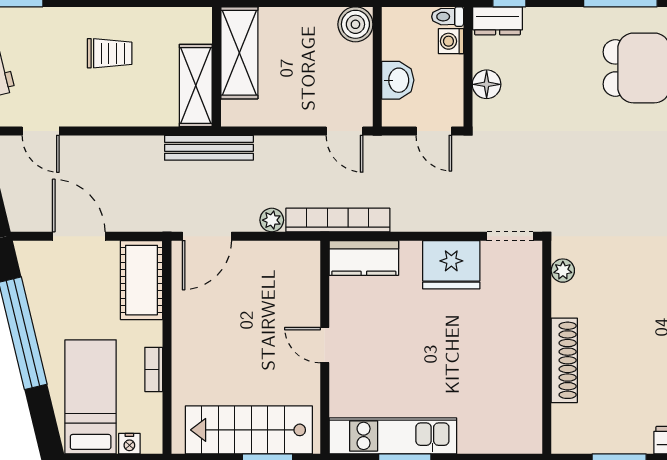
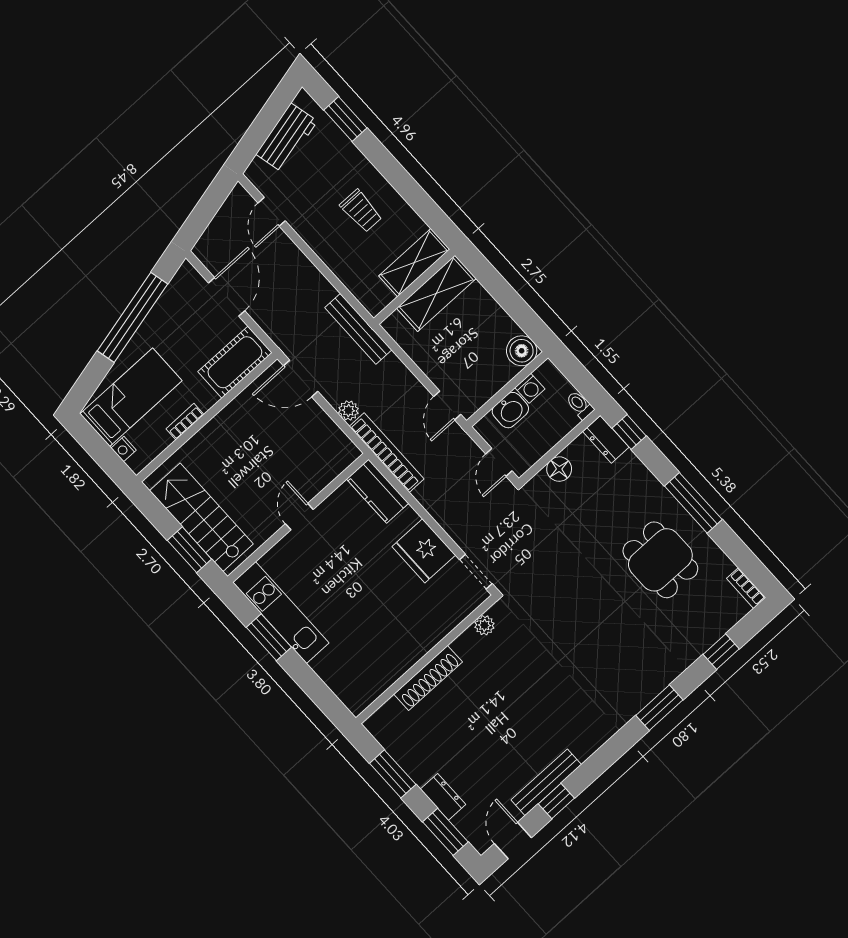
washing machine: (451, 41) -> (530, 388), moved, turned 180
shelving: (196, 86) -> (414, 263), moved

